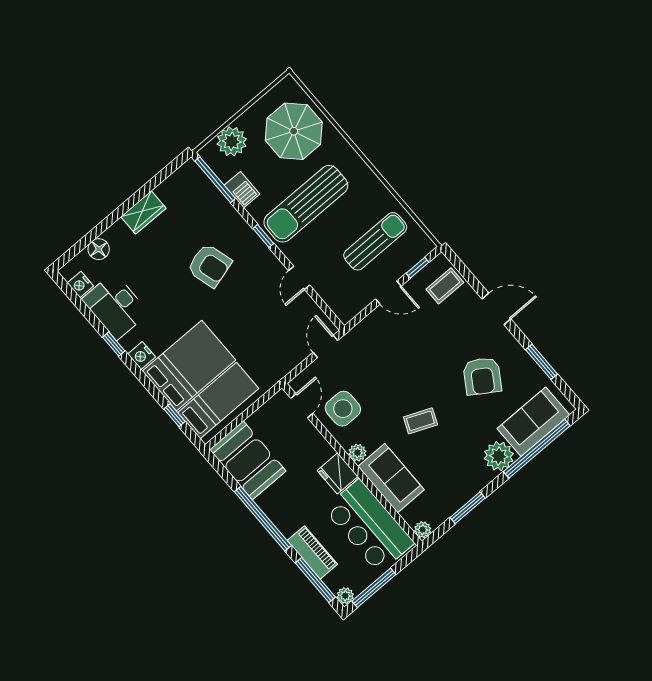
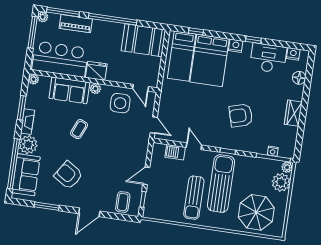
plant: (208, 153) -> (287, 167), added
nightstand: (209, 188) -> (273, 151), added
barbecue: (242, 190) -> (175, 152), moved
sun lounger: (375, 241) -> (194, 198), moved
fireplace: (475, 485) -> (27, 122), added

